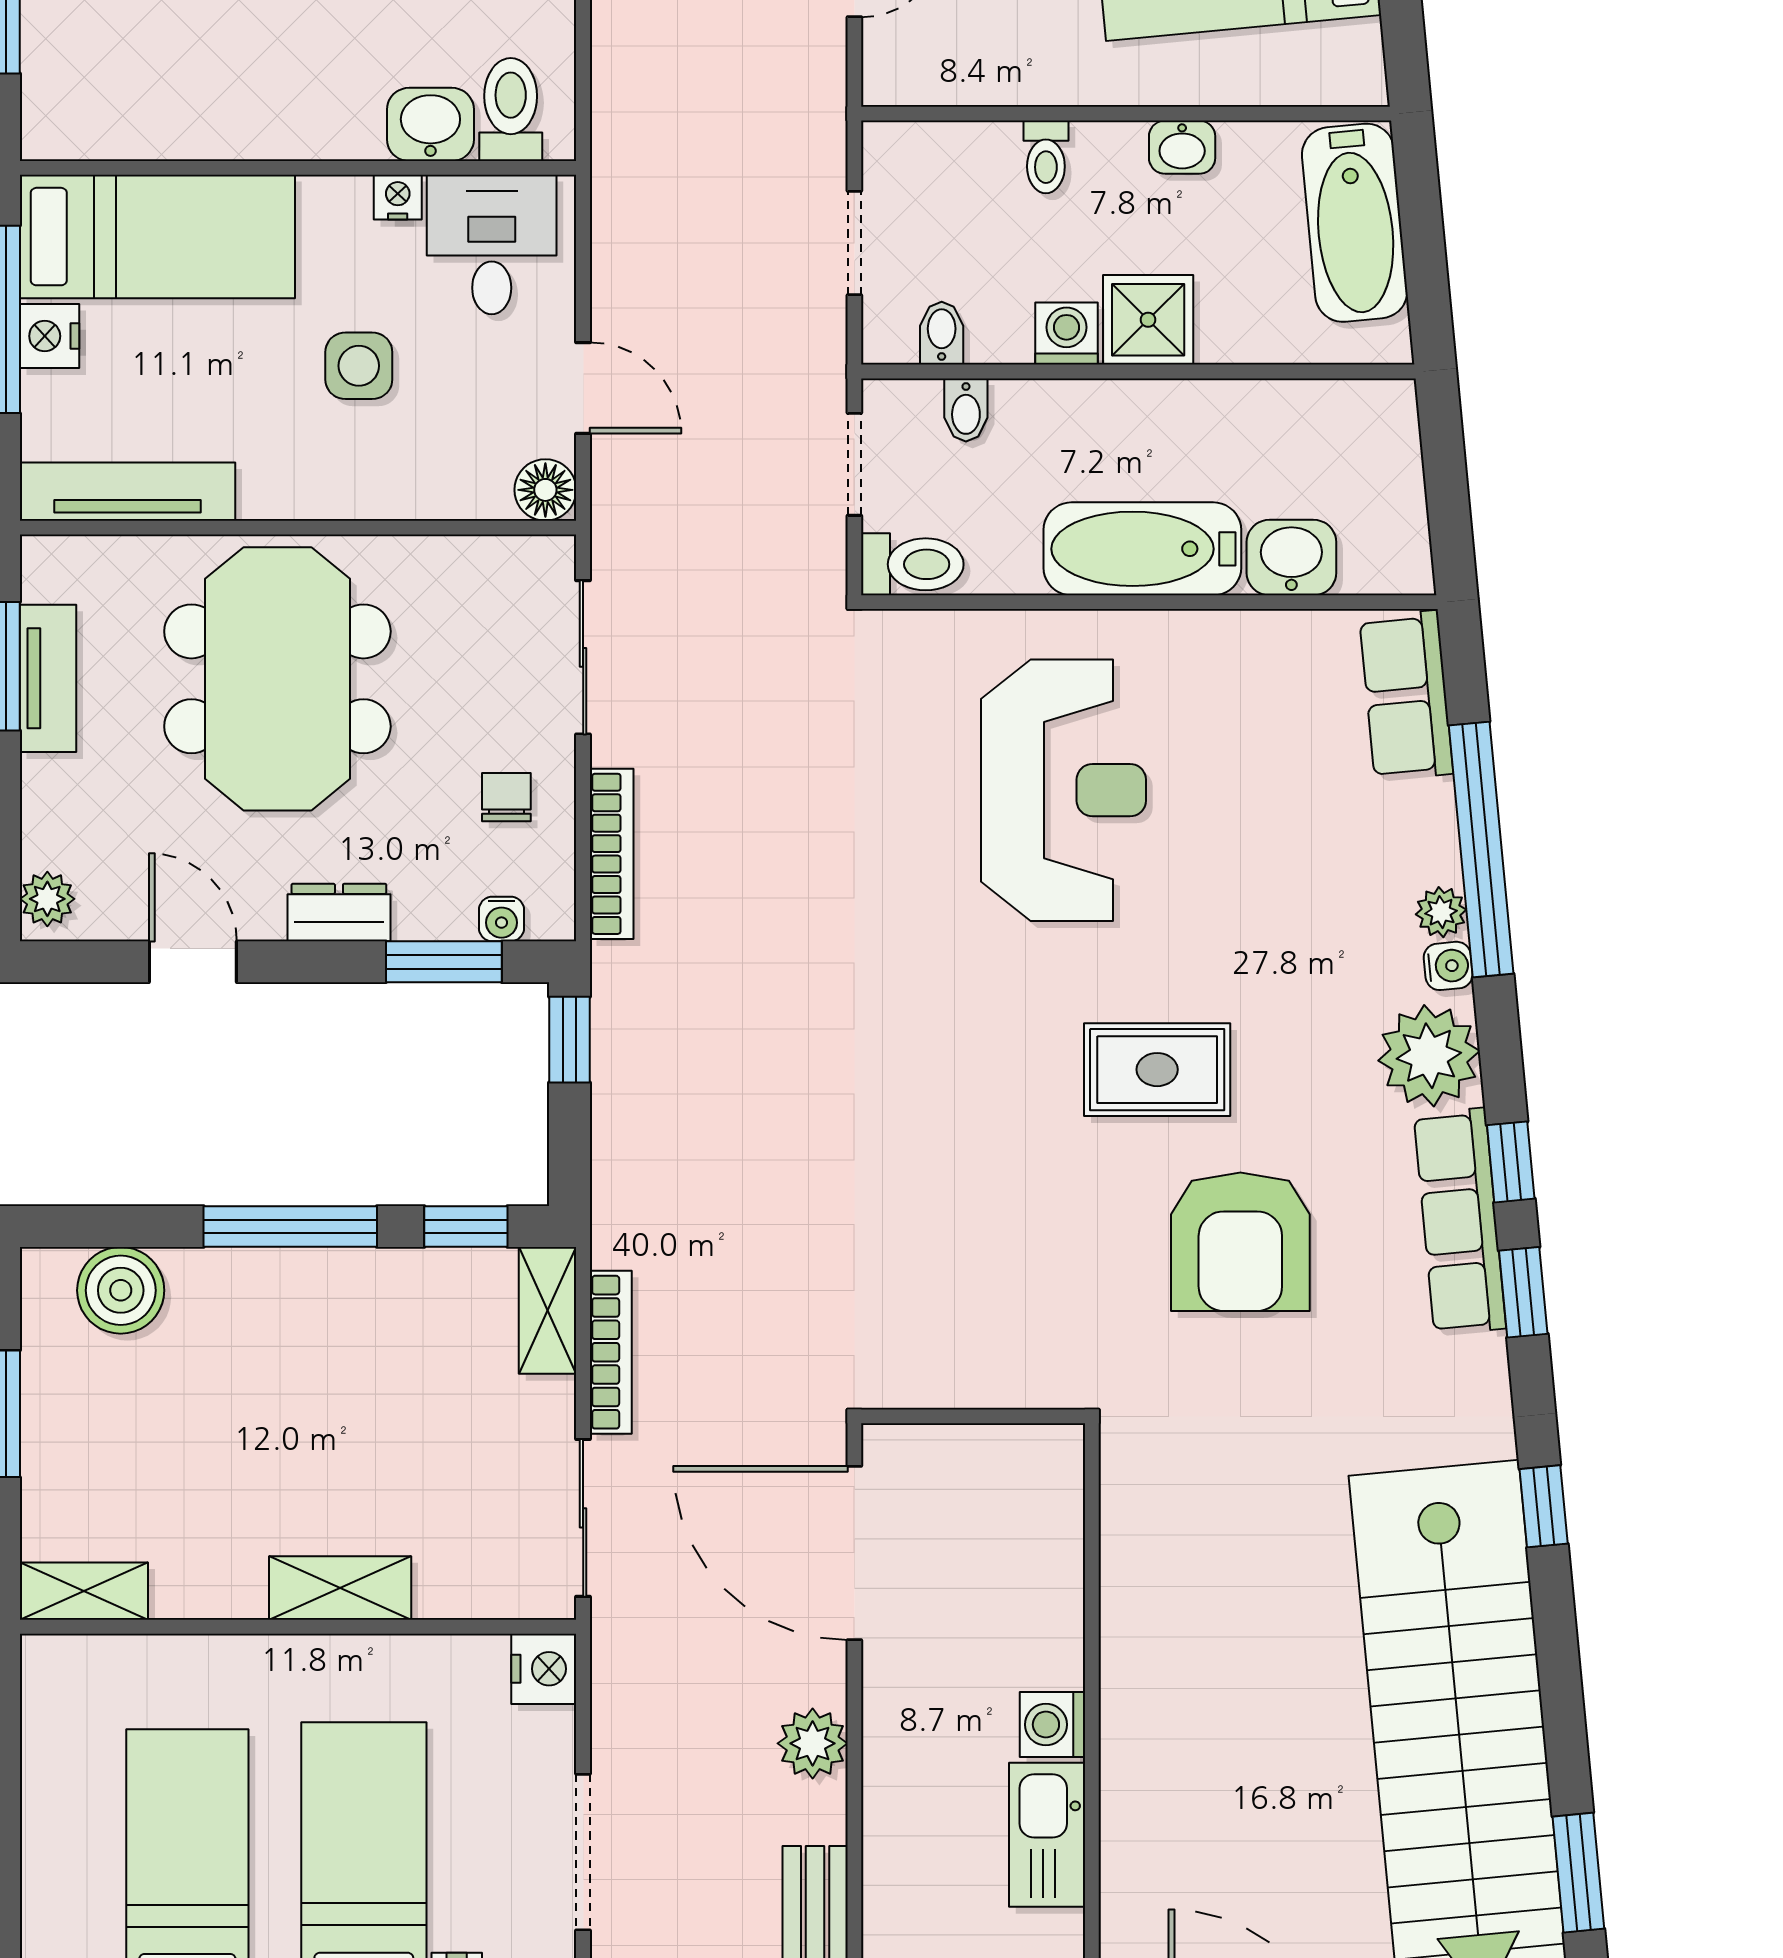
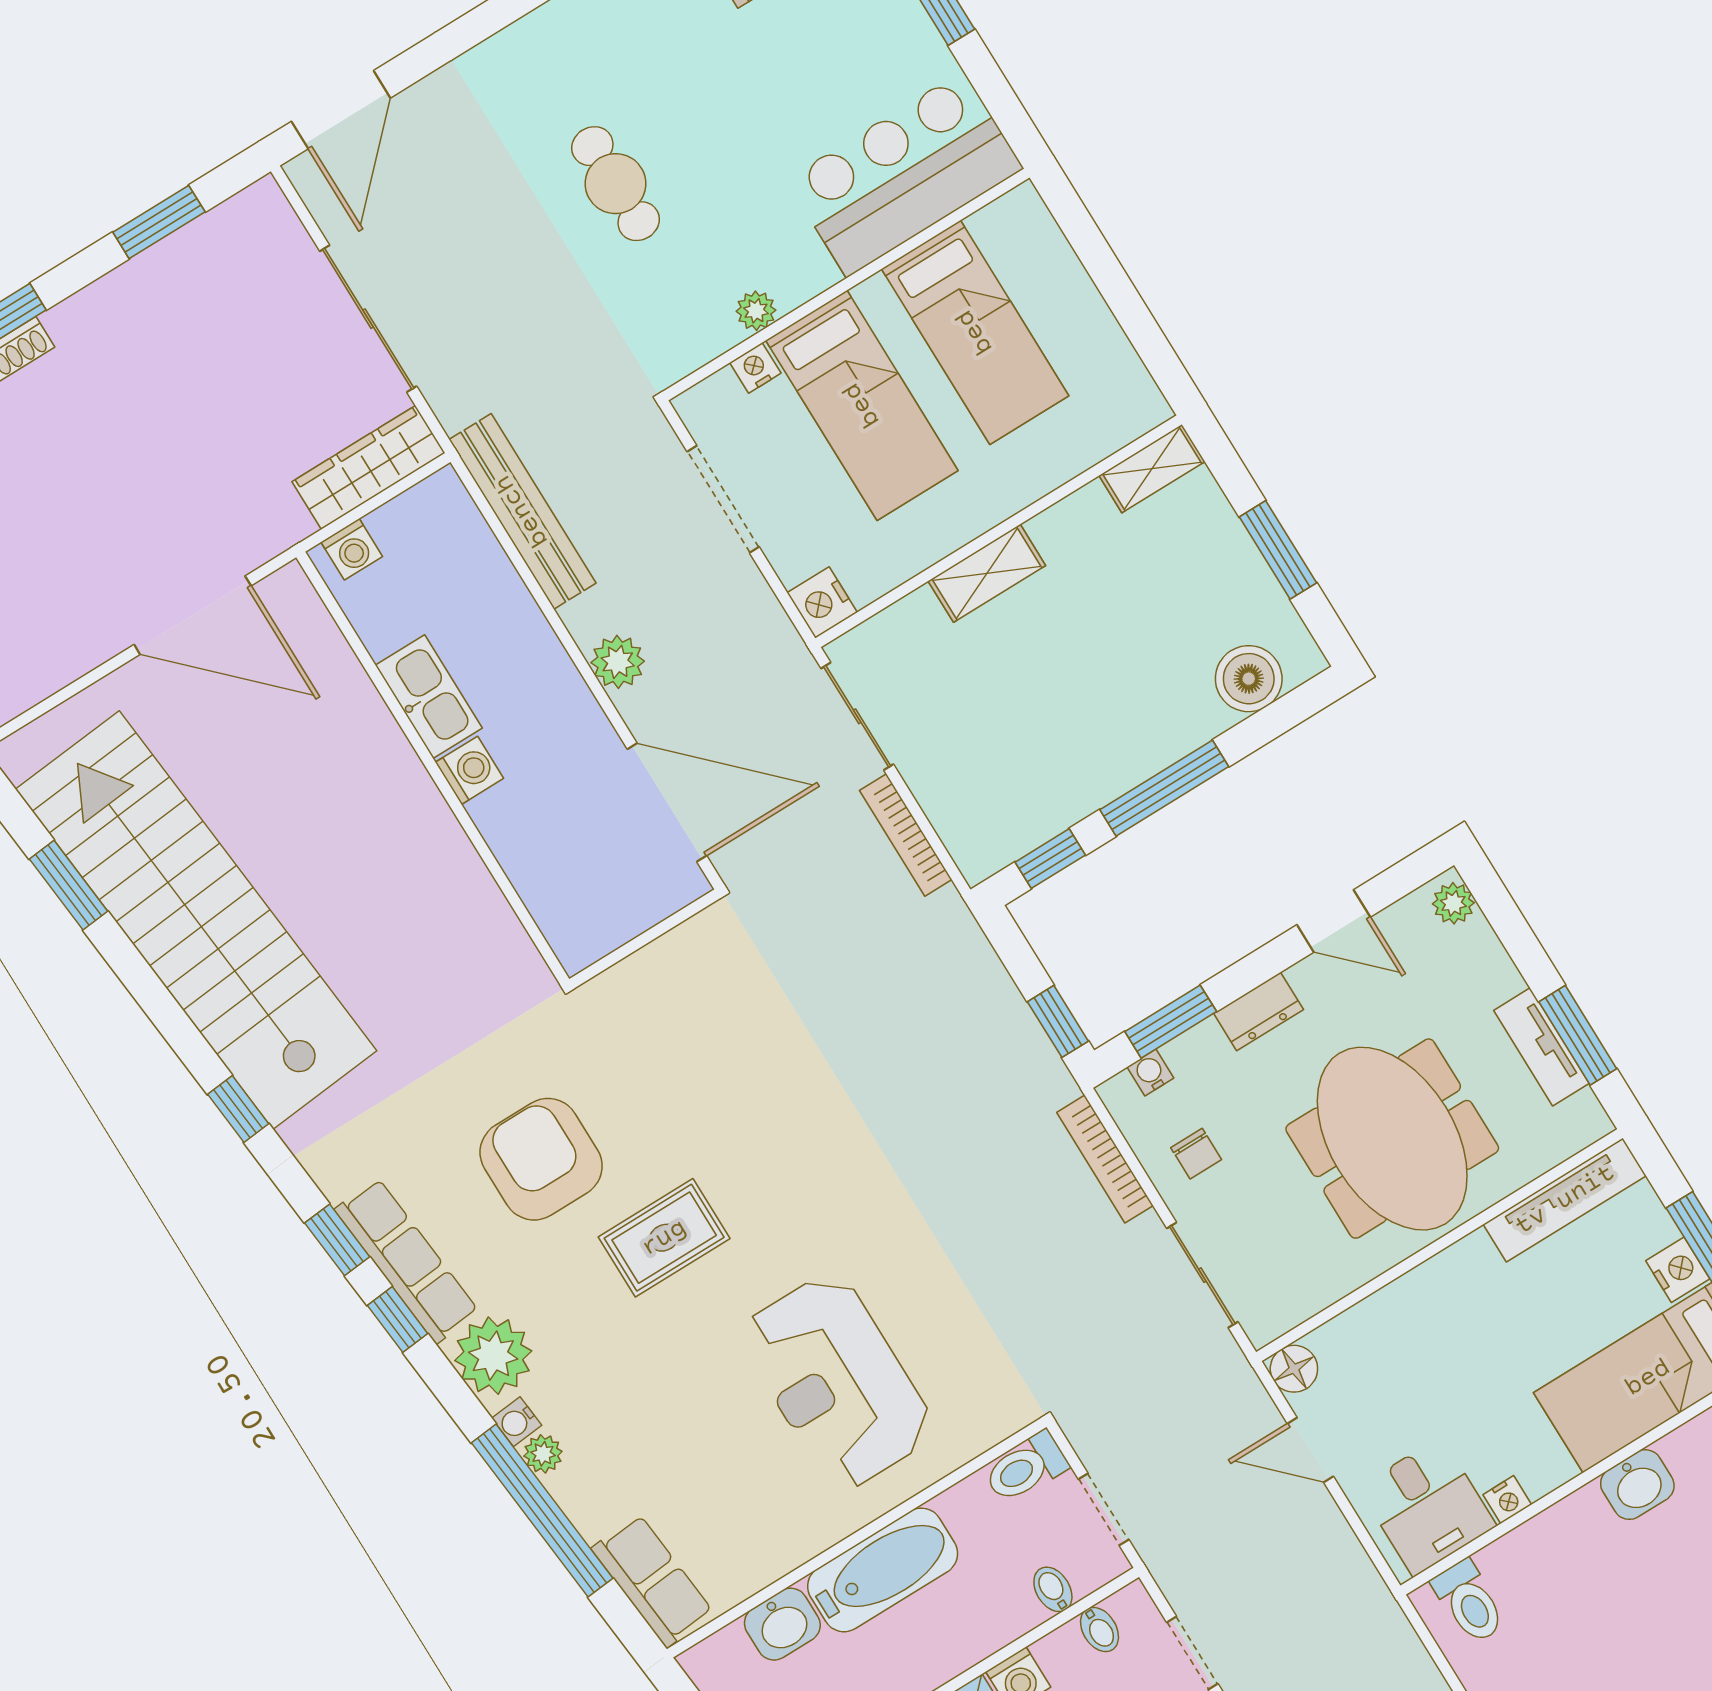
washbasin: (430, 124) -> (1637, 1485), moved
side table: (359, 366) -> (1465, 1375), removed
shelving: (548, 1310) -> (963, 837), removed

